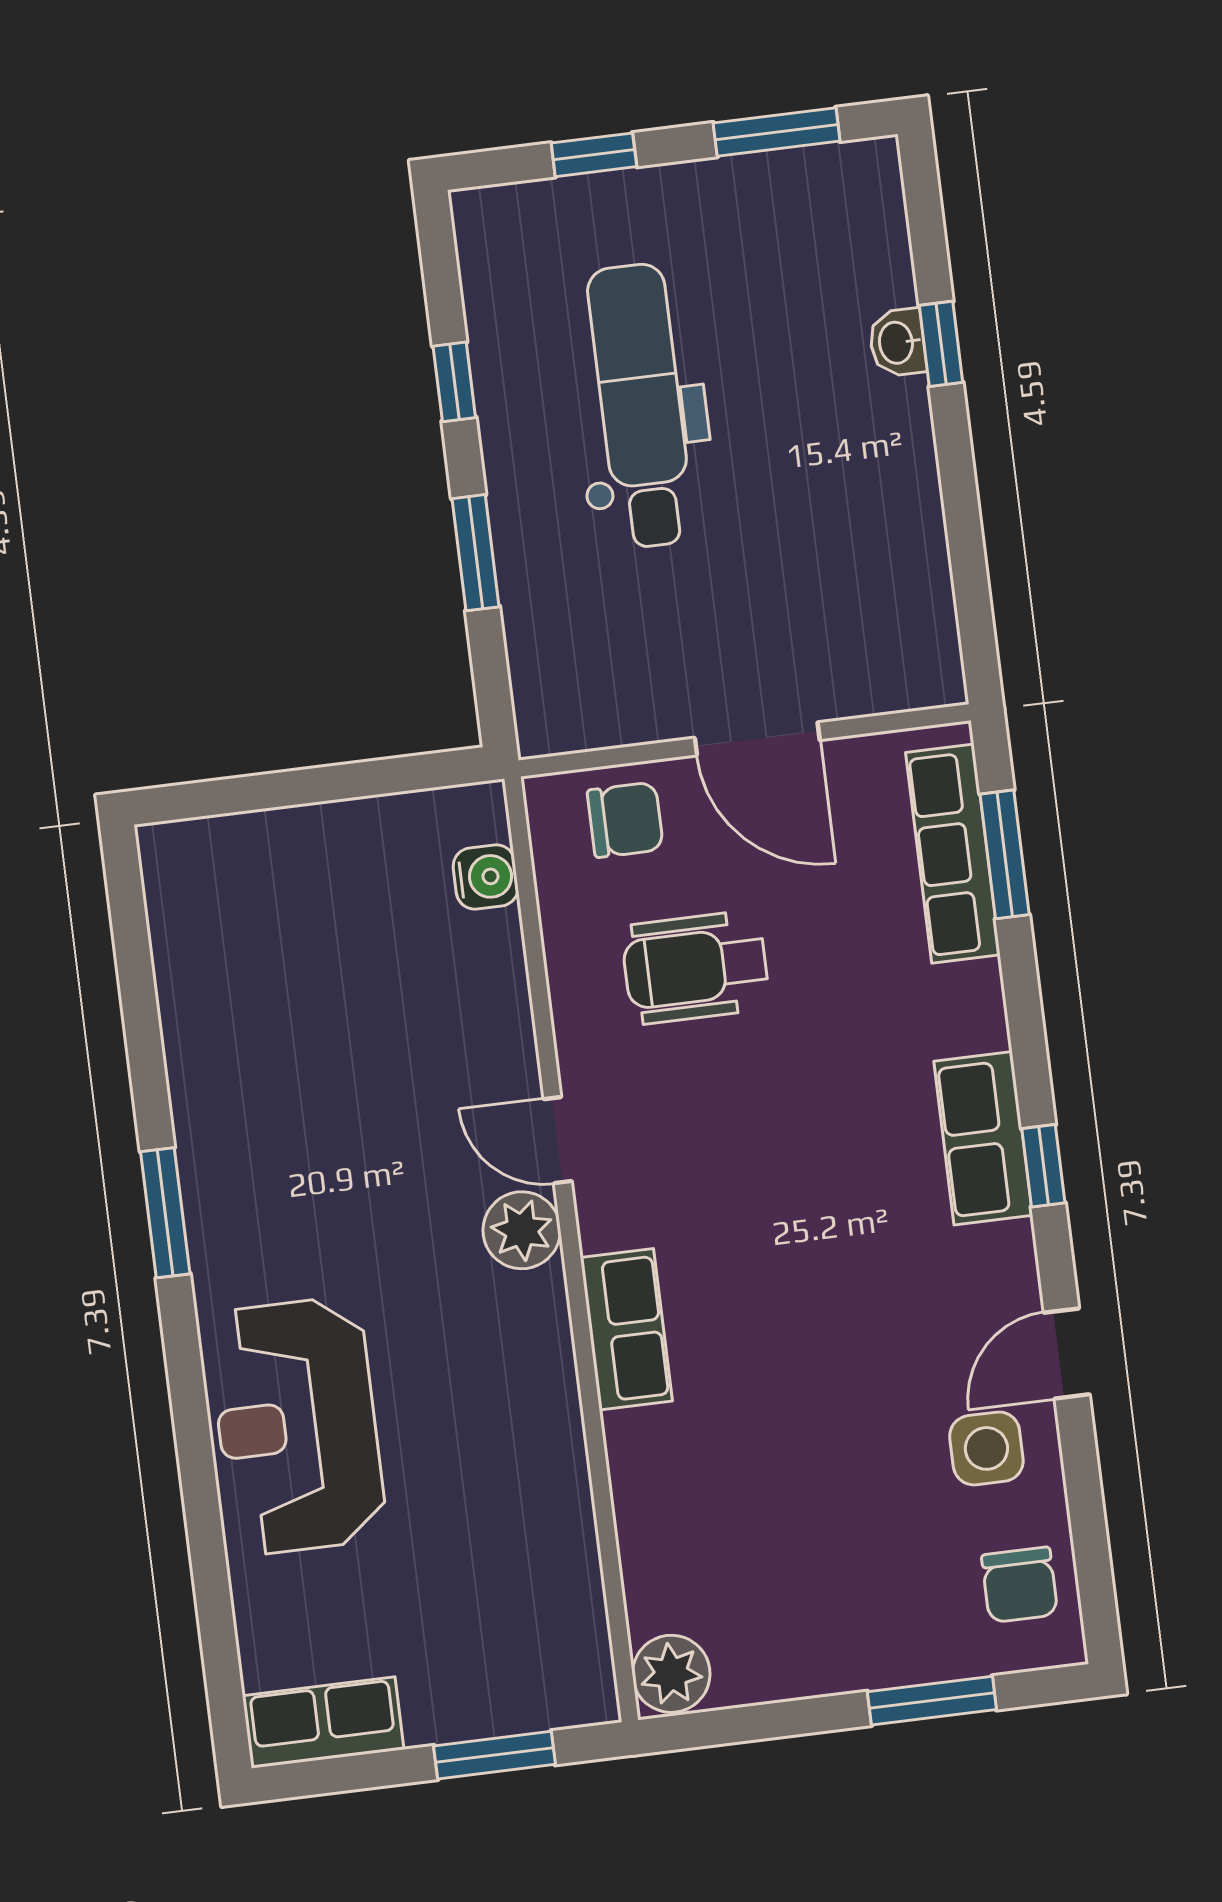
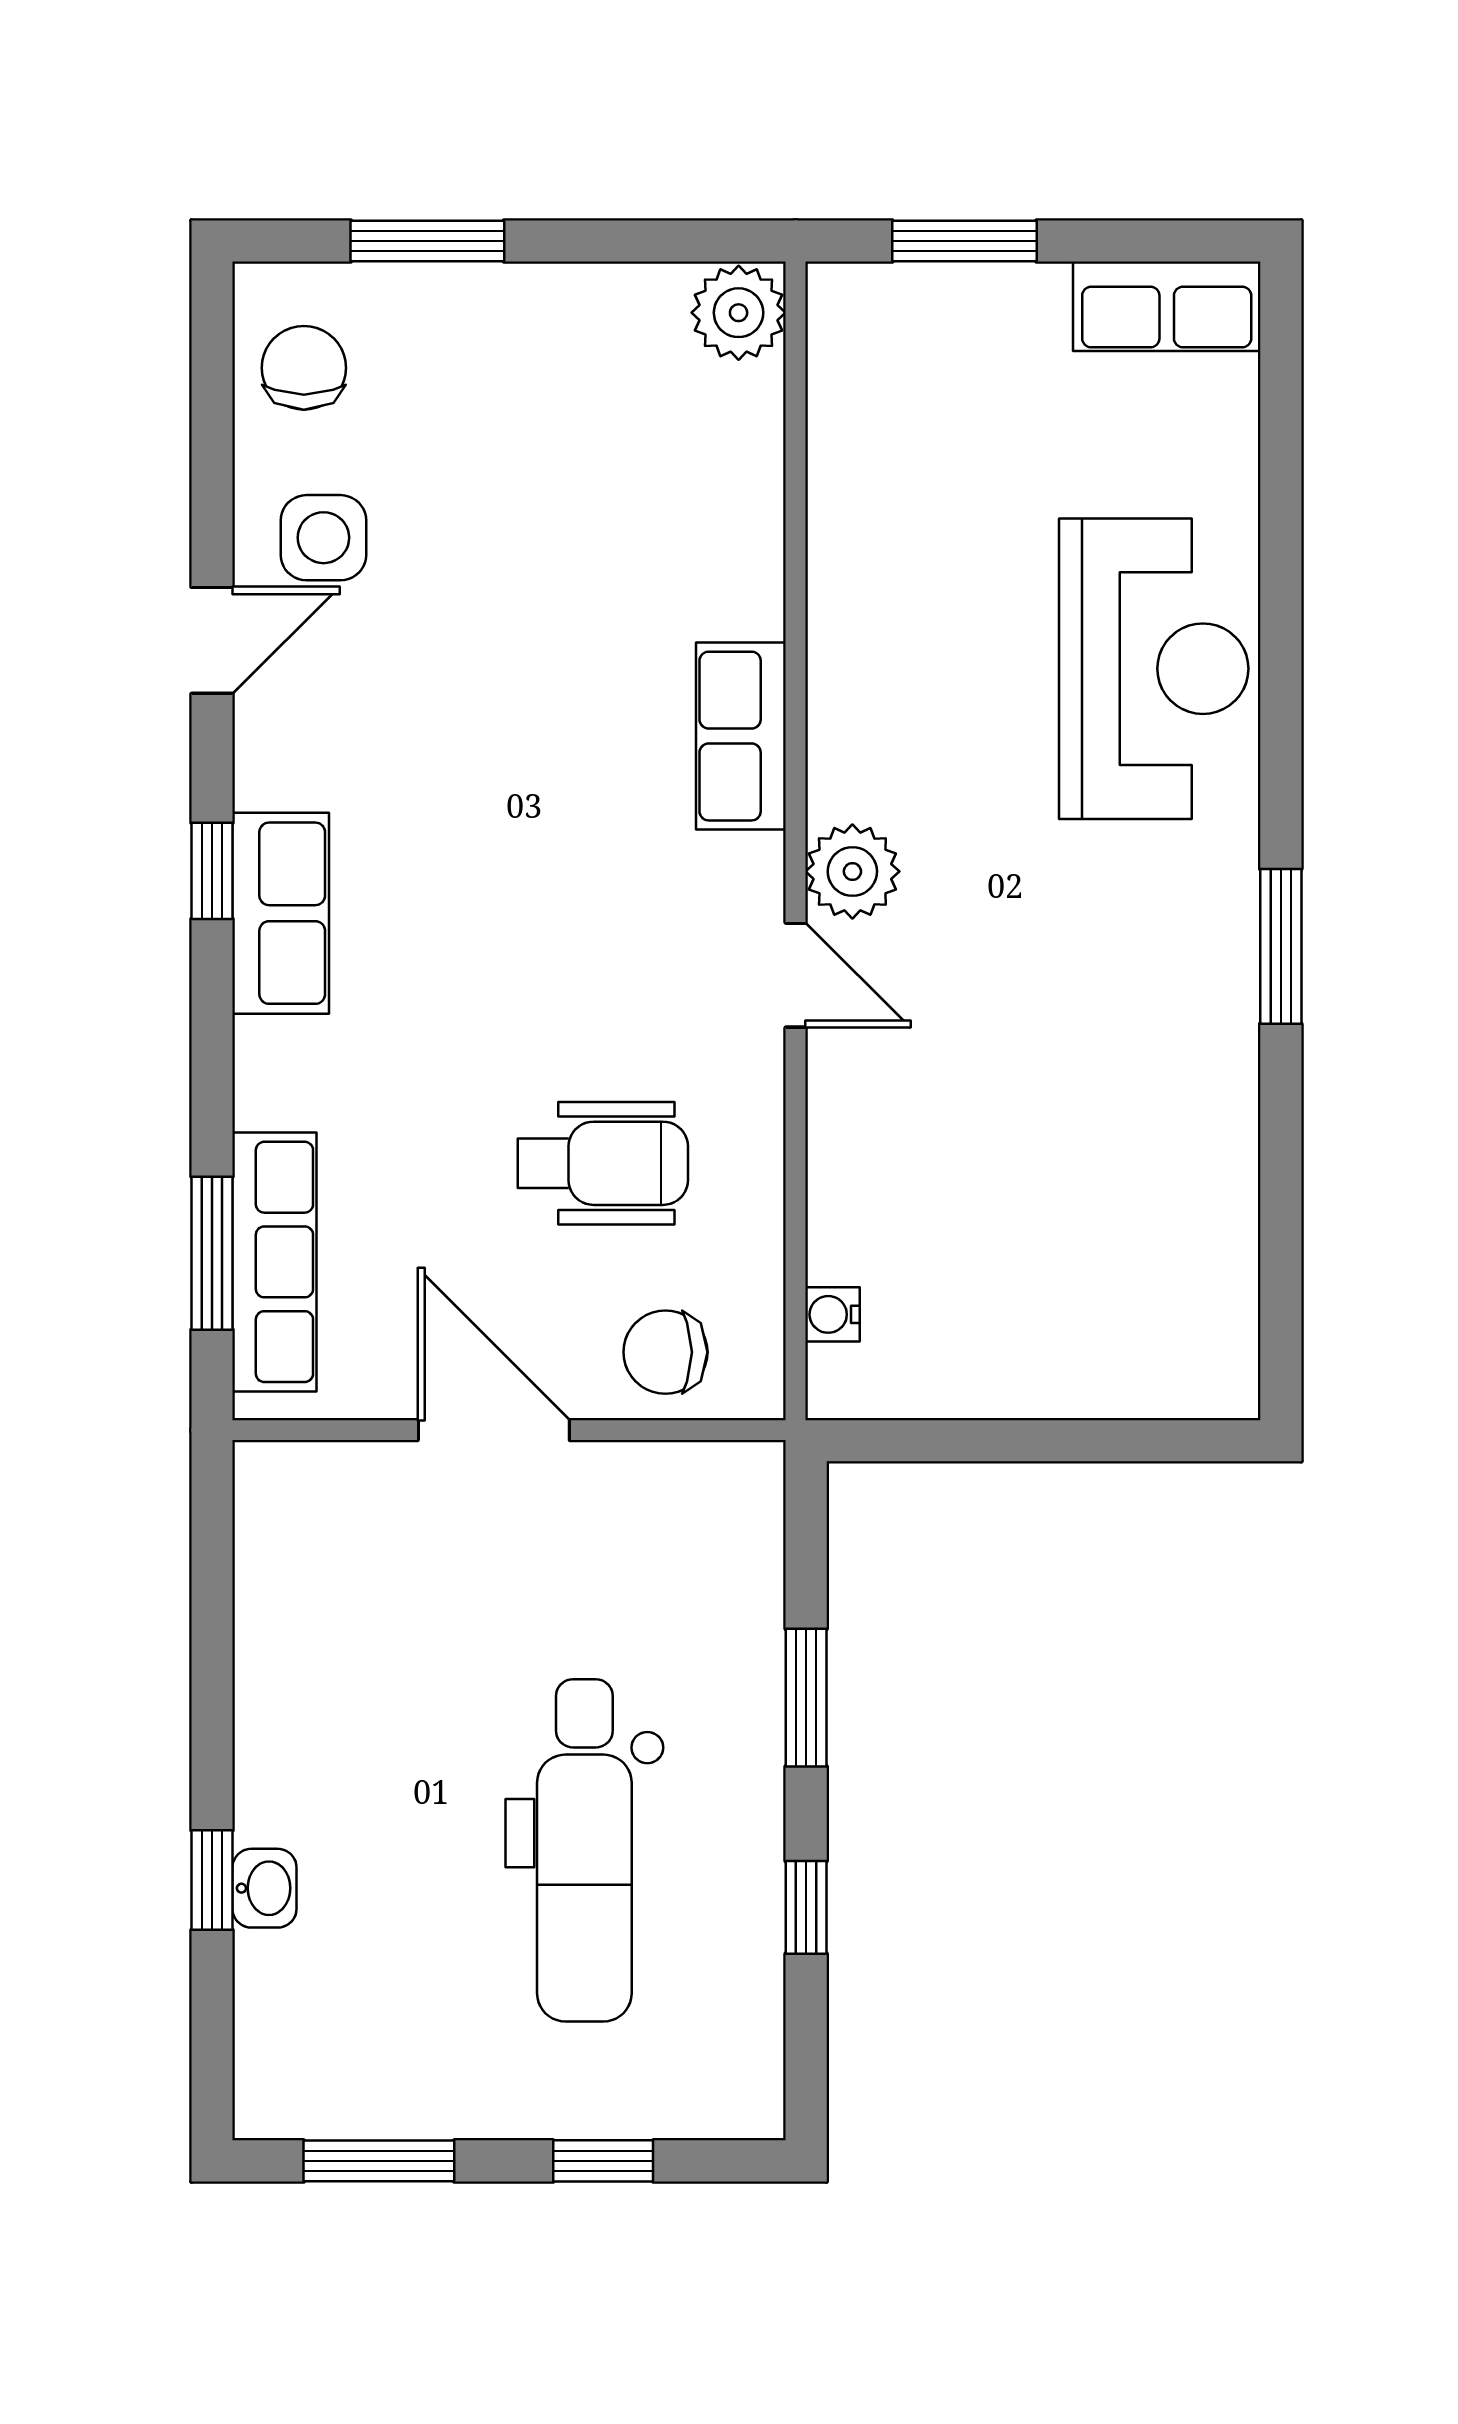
water cooler: (486, 877) -> (833, 1314), width x0.72, depth x0.72

